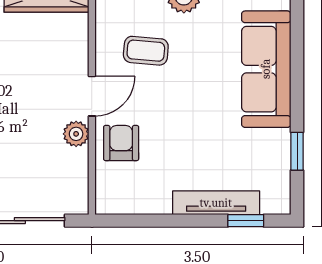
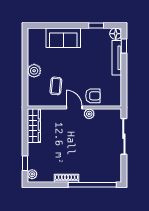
sofa: (266, 69) -> (63, 38), width x0.73
armchair: (121, 143) -> (93, 96), turned 180
floor lamp: (277, 200) -> (116, 34), added

